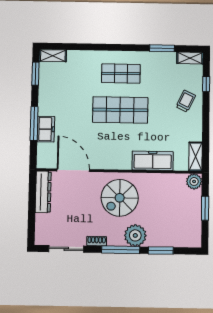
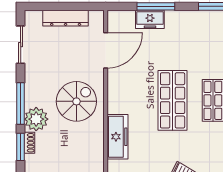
dresser: (43, 192) -> (66, 18), moved
spiral stairs: (120, 198) -> (76, 101), turned 90
shoe rack: (97, 241) -> (29, 143), moved

